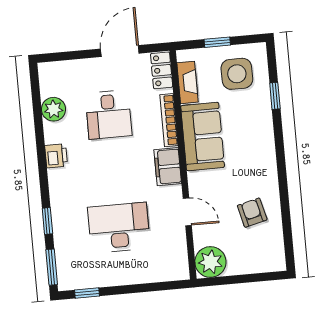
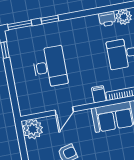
printer: (56, 156) -> (107, 19), moved
filing cabinet: (168, 167) -> (99, 94), width x0.50

